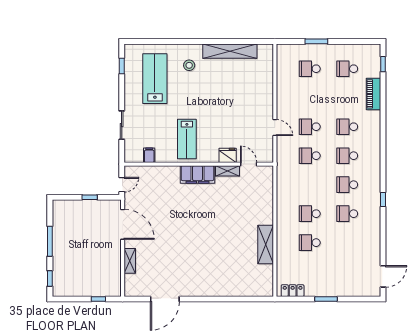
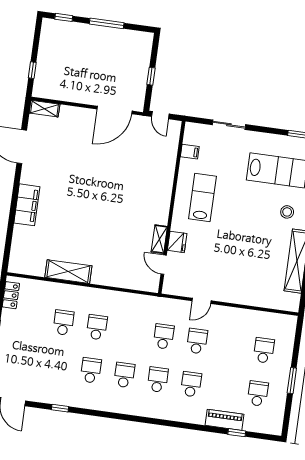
window: (316, 41) -> (292, 381), moved
window: (383, 64) -> (237, 433), moved
lab bench: (187, 139) -> (202, 198), turned 90
door: (249, 164) -> (164, 265), swing flipped
filing cabinet: (197, 174) -> (27, 205), moved, turned 180
window: (383, 200) -> (60, 408), moved
shelving: (130, 261) -> (44, 109), moved

